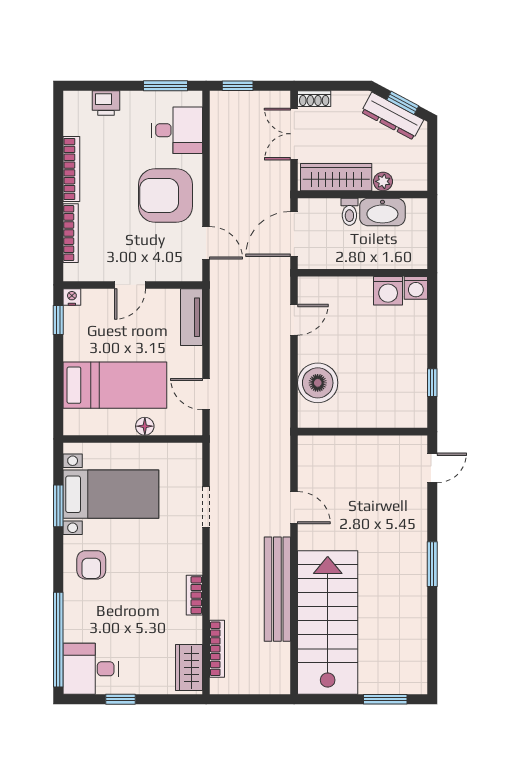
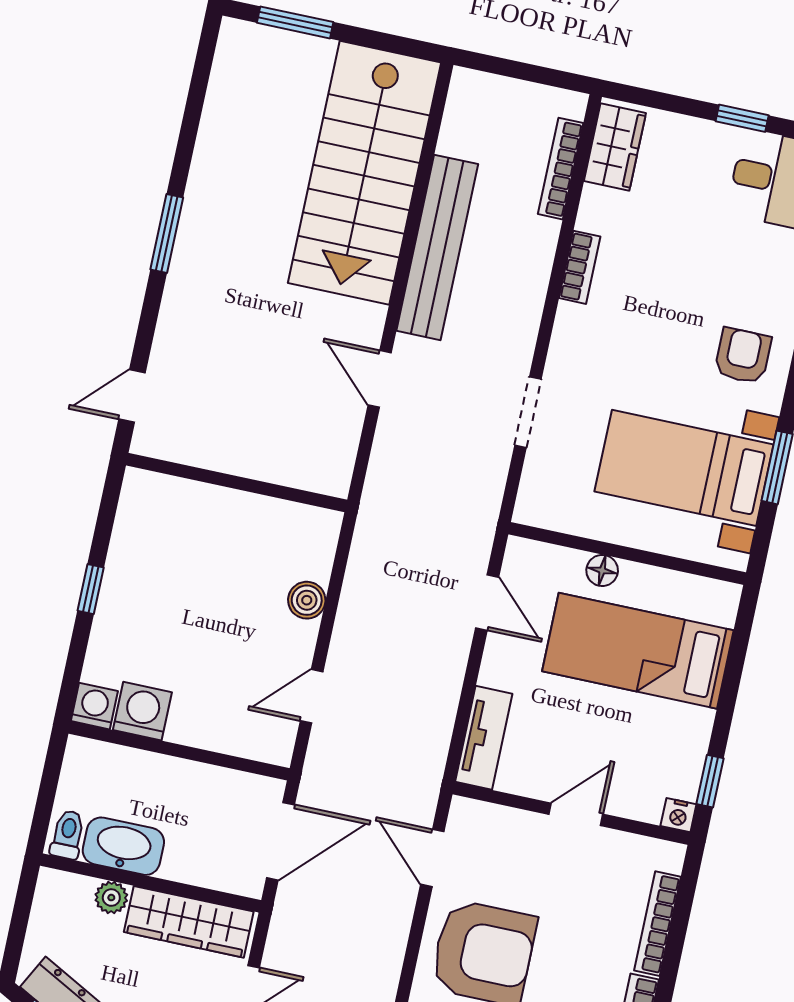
toilet: (349, 212) -> (68, 835), moved
boiler: (318, 383) -> (307, 600), width x0.54, depth x0.54
window: (432, 383) -> (91, 589), moved

